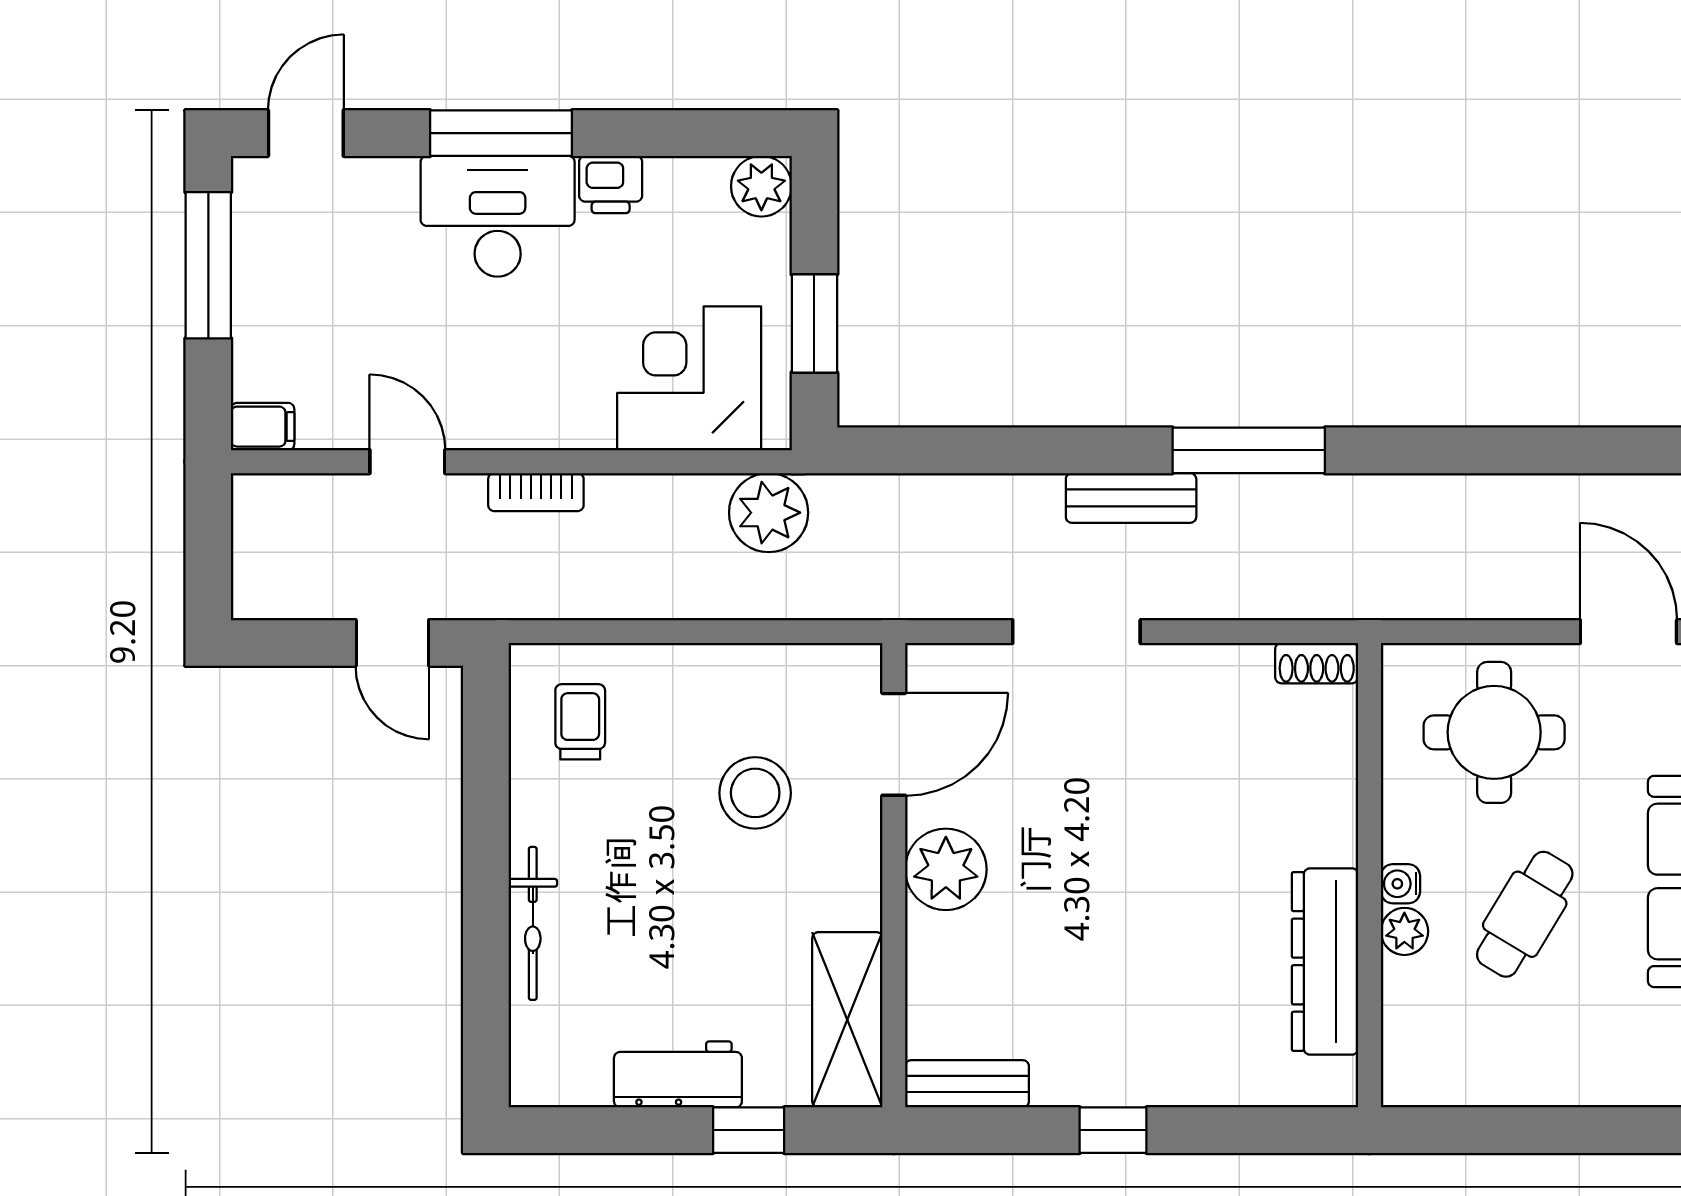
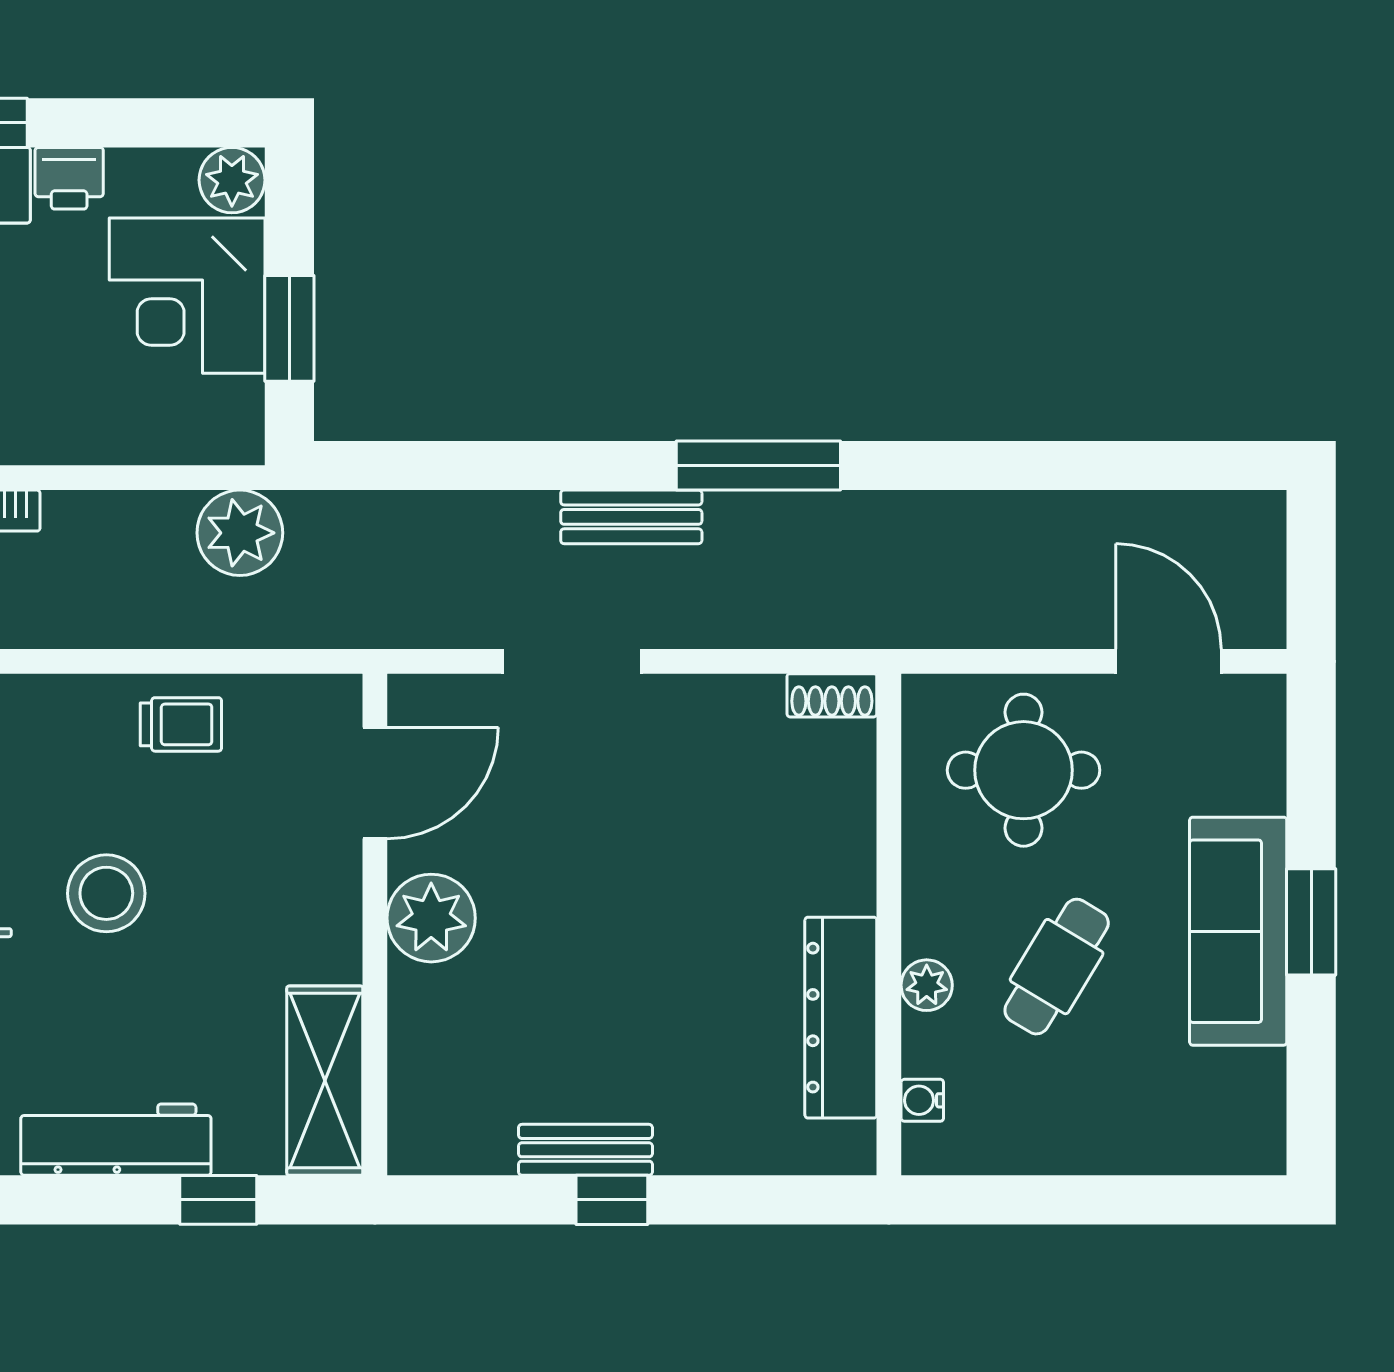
corner desk: (689, 378) -> (187, 296), moved, turned -90
trolley: (580, 722) -> (181, 724), moved, turned 90
stool: (755, 793) -> (106, 893), moved
water cooler: (1400, 884) -> (922, 1100), moved
workbench: (678, 1074) -> (116, 1140), width x1.38
bench: (967, 1084) -> (585, 1150), moved

